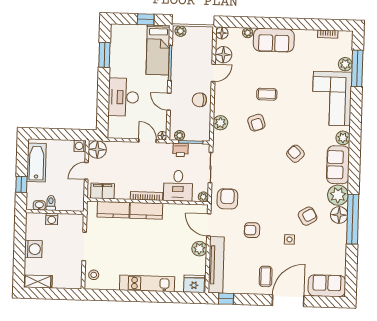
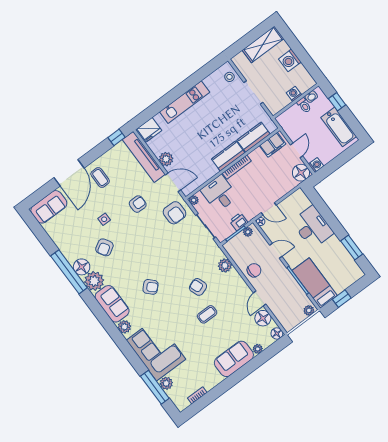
shelving: (38, 282) -> (263, 44), width x1.50, depth x1.33

